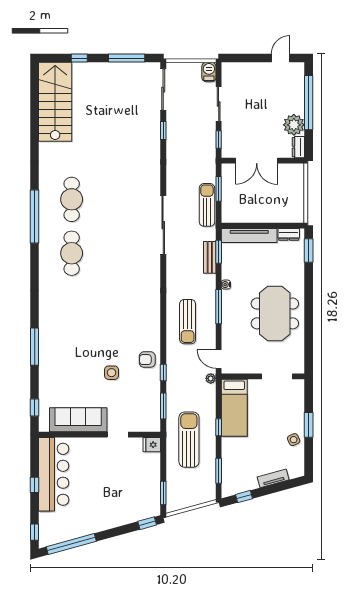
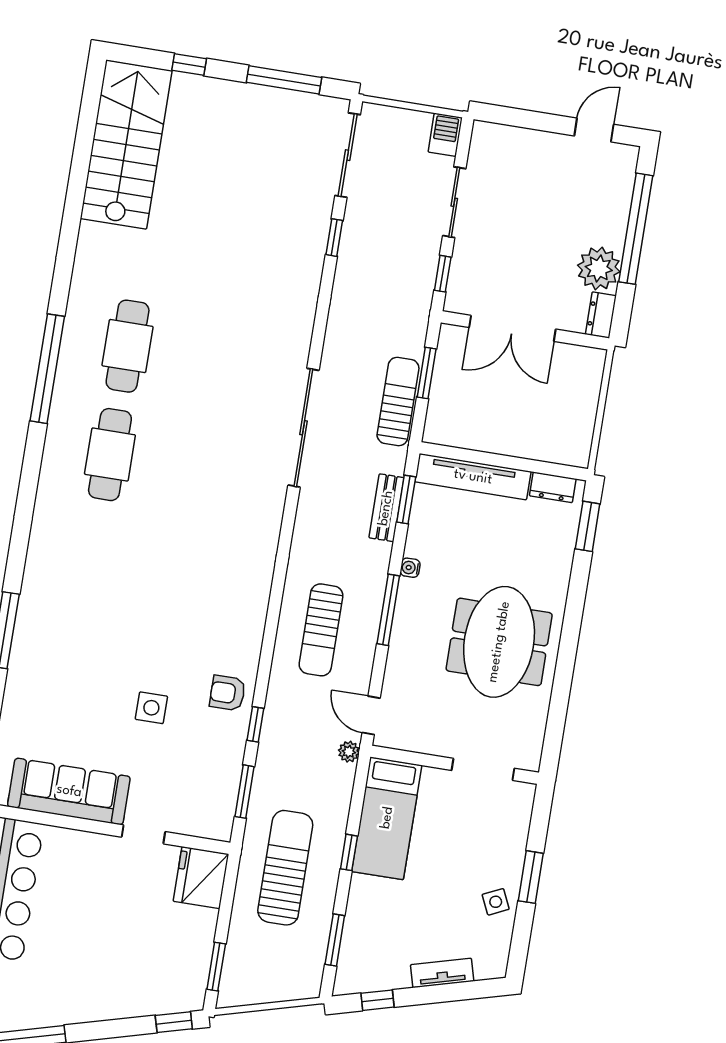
fridge: (152, 445) -> (201, 878), width x1.88, depth x1.34

